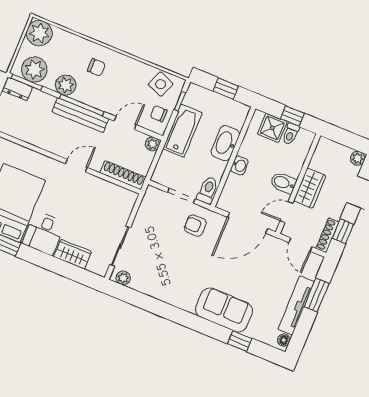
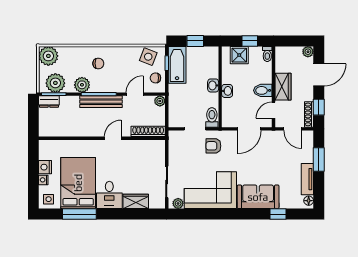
bathtub: (182, 131) -> (177, 65), moved
toilet: (291, 134) -> (267, 54), moved
washbasin: (225, 143) -> (213, 85), width x0.52, depth x0.69
door: (248, 223) -> (249, 129), width x0.73
corner sofa: (169, 278) -> (210, 190), added
tv unit: (296, 305) -> (307, 179), width x0.71

